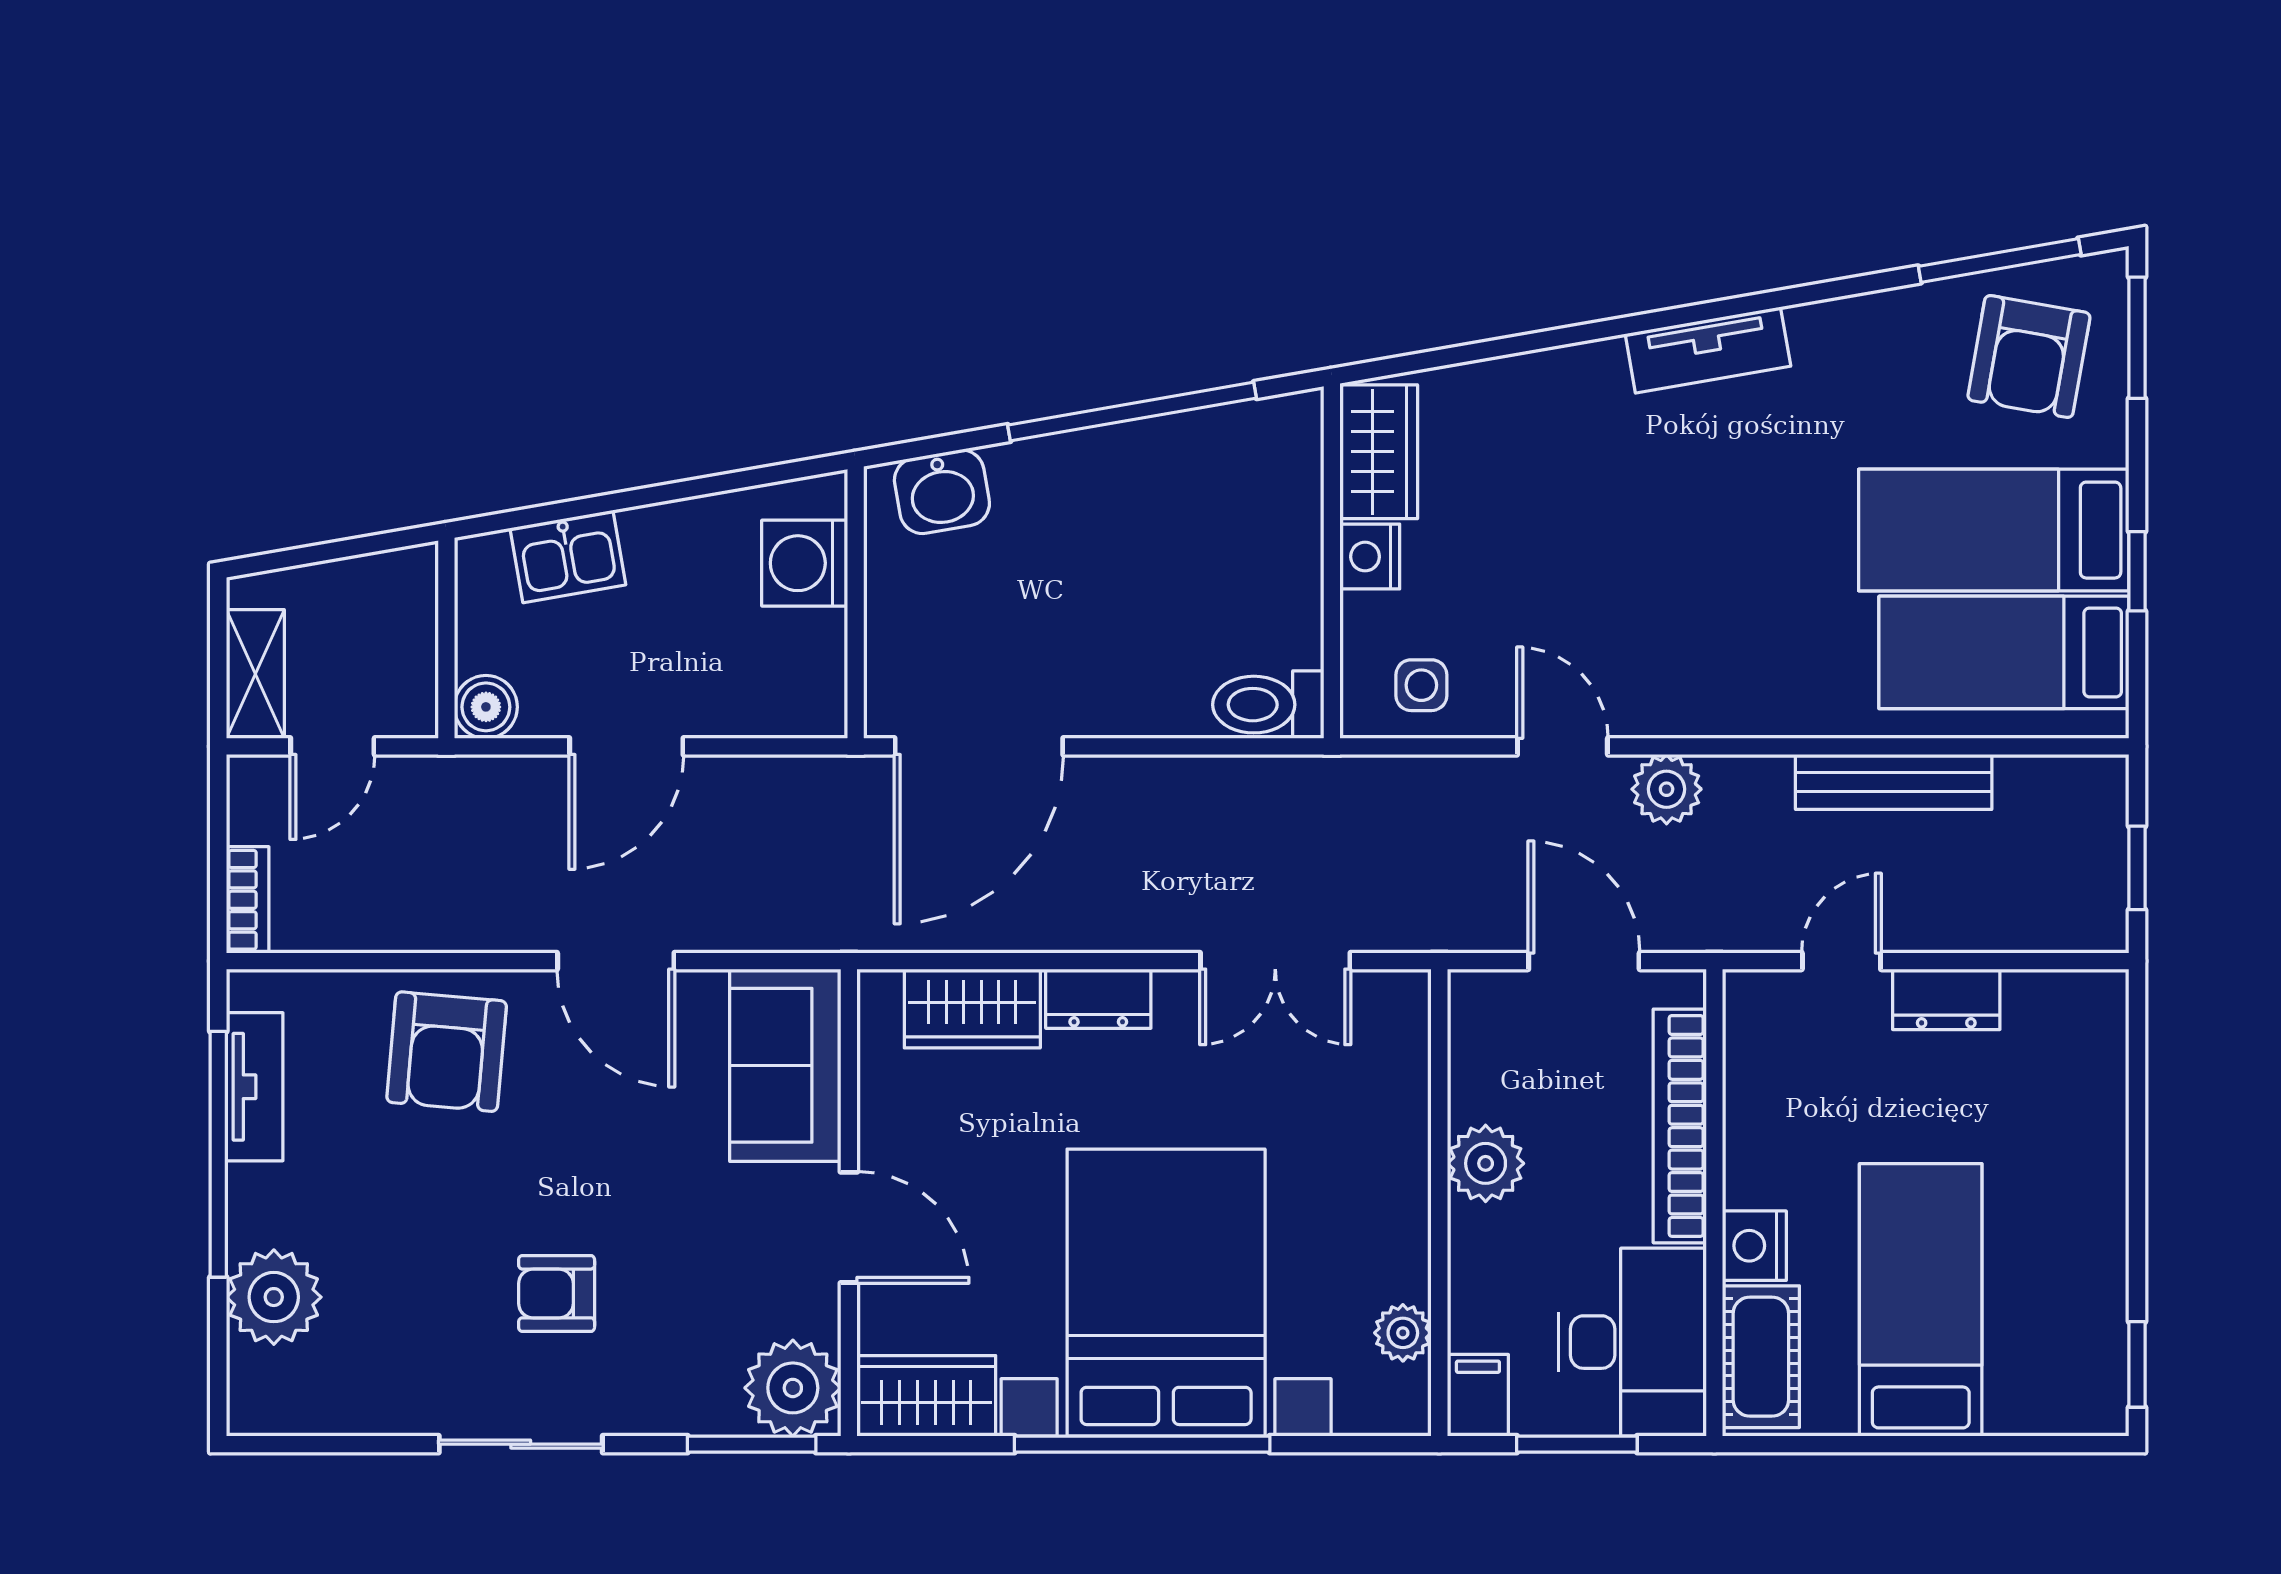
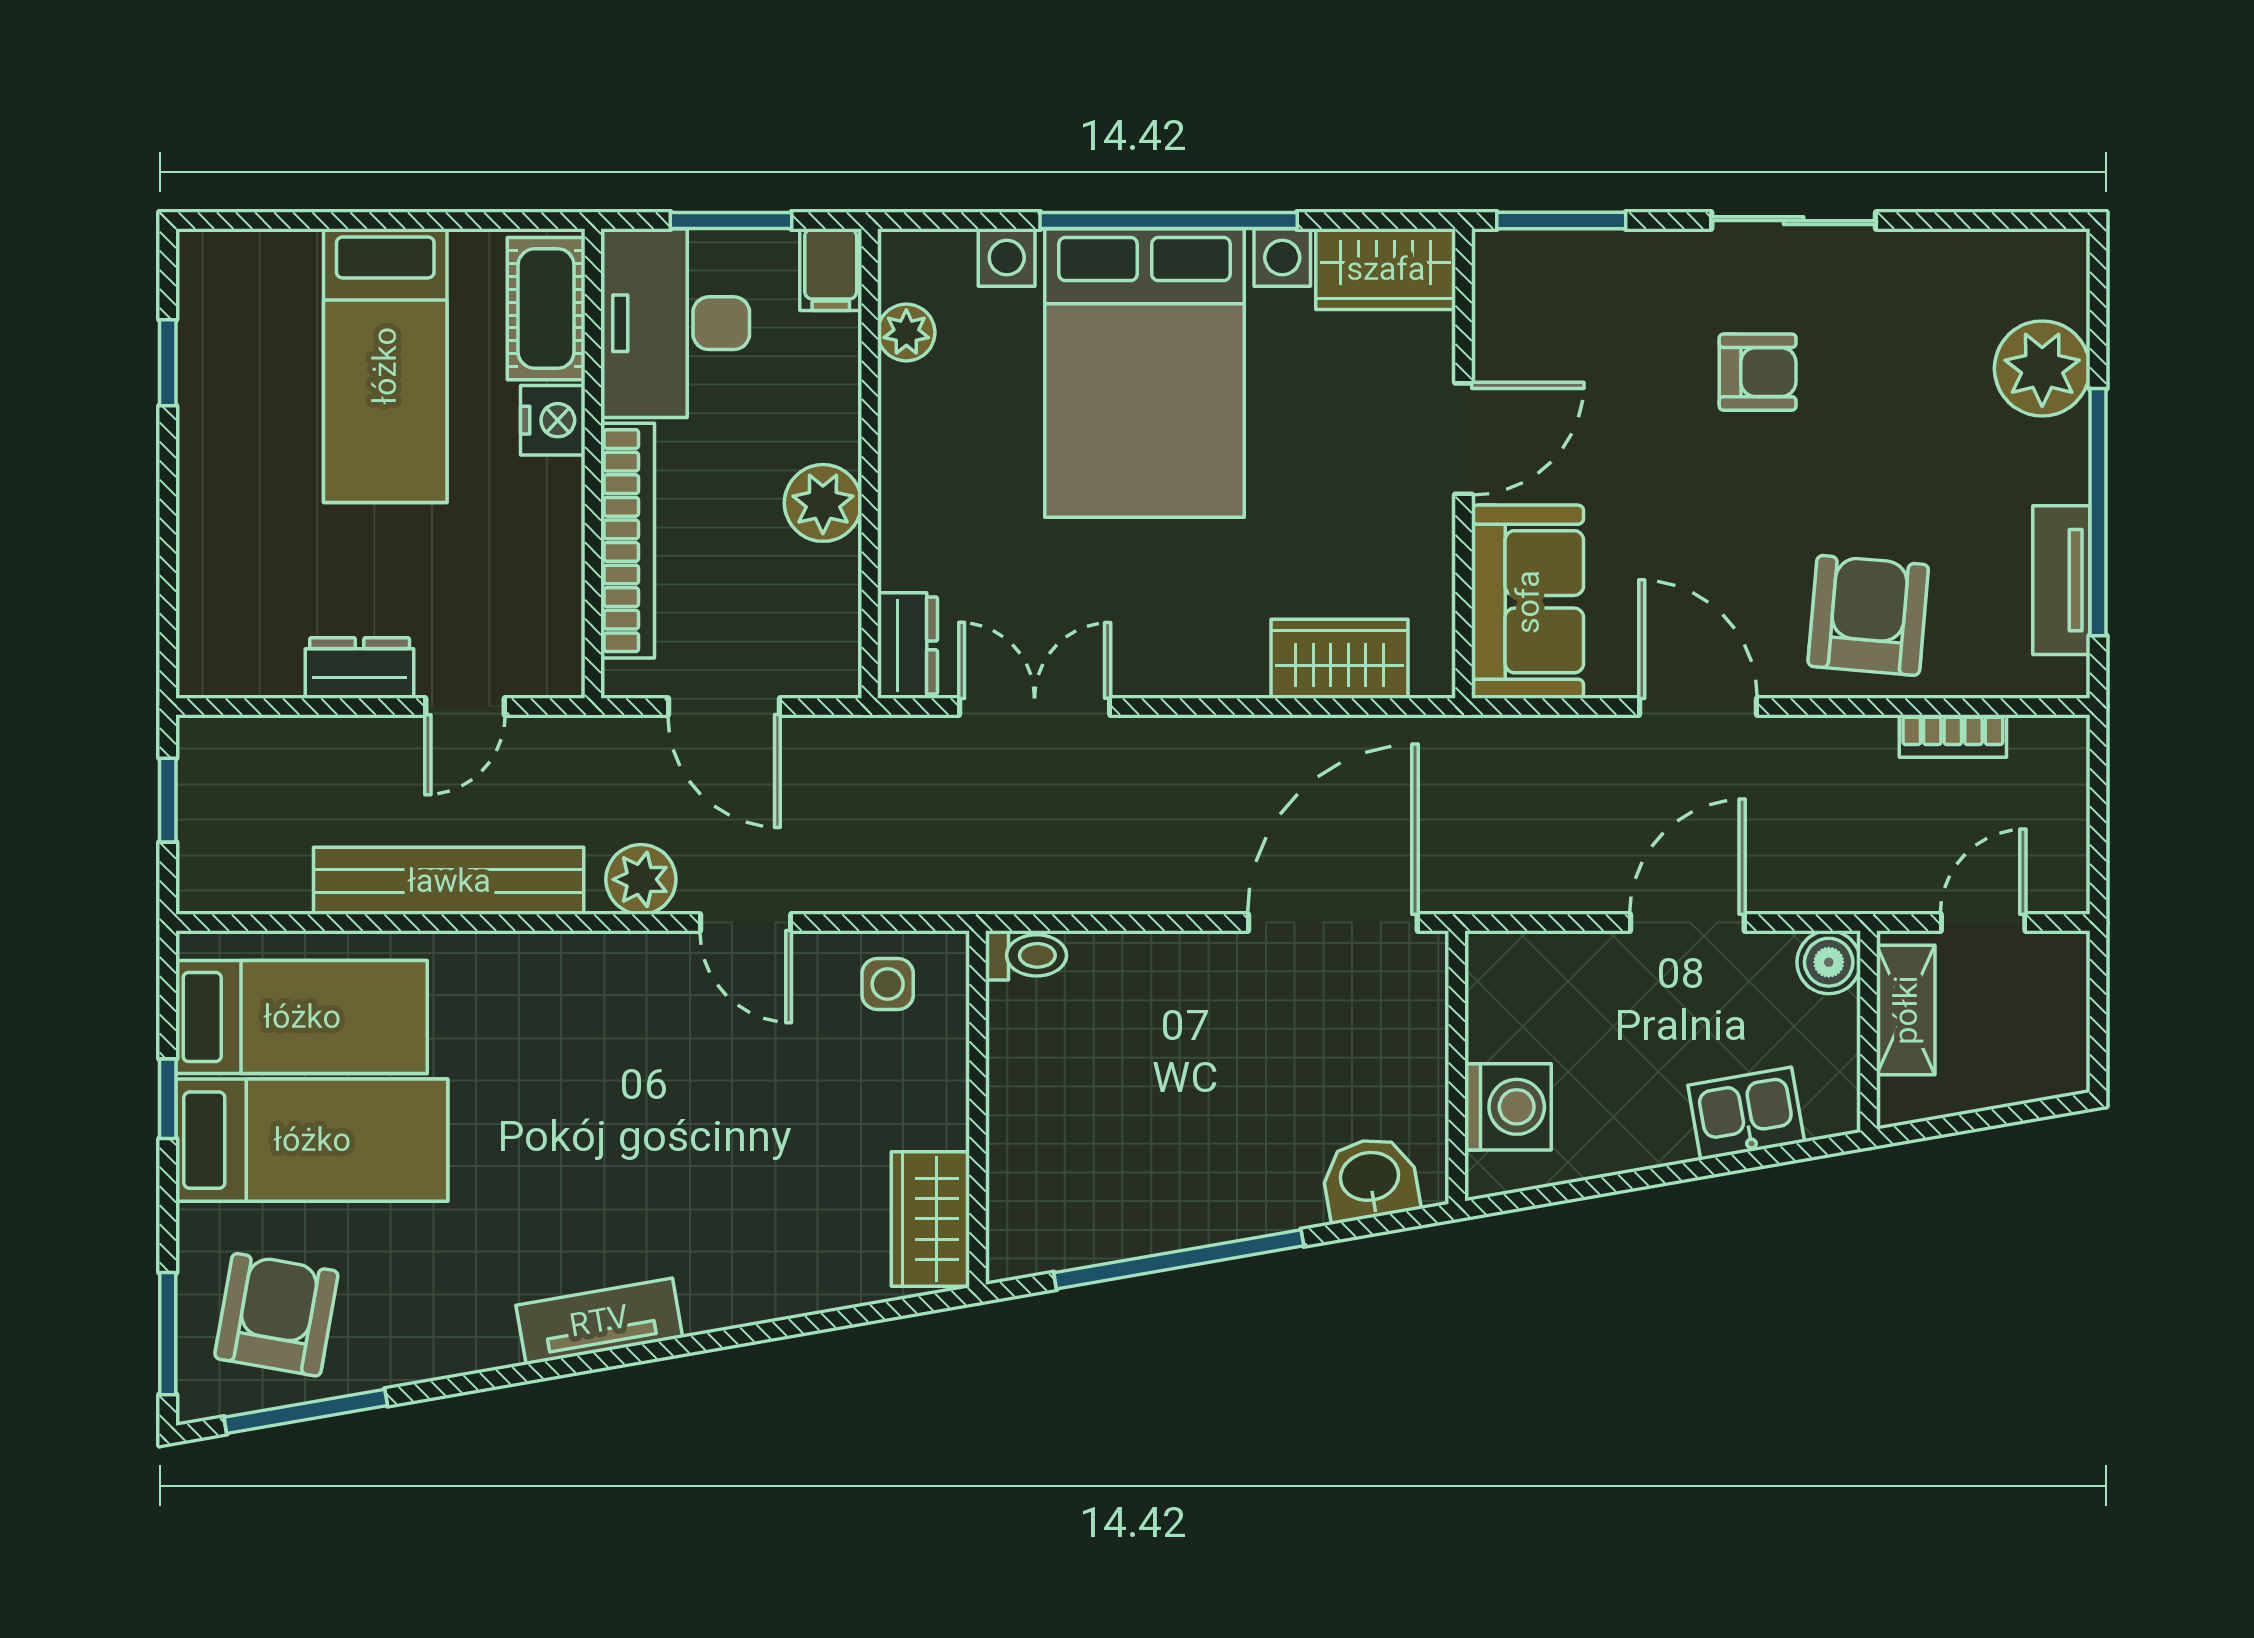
nightstand: (1370, 557) -> (939, 1114), removed
shelving: (255, 674) -> (1906, 1010), moved
toilet: (1268, 705) -> (1026, 955), width x0.73, depth x0.72
bench: (1894, 782) -> (449, 881), width x1.37, depth x1.21
bookcase: (248, 900) -> (1953, 736), moved, turned -90
dresser: (1098, 999) -> (907, 645), moved, turned 90
door: (849, 1227) -> (1464, 439), swing flipped
window: (2137, 1364) -> (168, 363), moved
plant: (793, 1388) -> (1520, 277), removed

